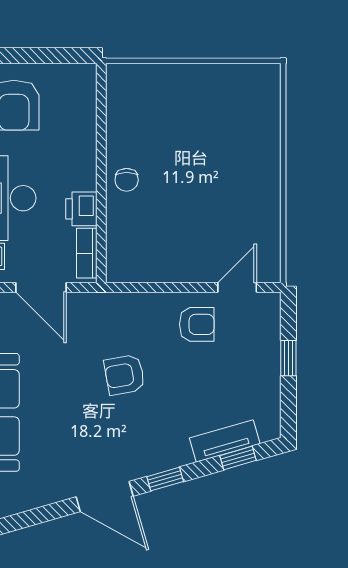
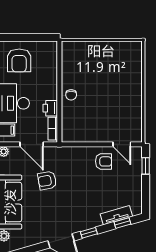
door: (237, 287) -> (122, 144), swing flipped
window: (288, 358) -> (146, 166), moved
armchair: (125, 375) -> (47, 181), moved

